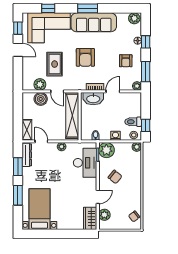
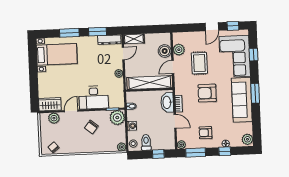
rug: (55, 64) -> (199, 63), turned 90
window: (146, 125) -> (158, 154), moved
desk: (85, 163) -> (94, 98), moved
door: (98, 197) -> (71, 111), swing flipped

